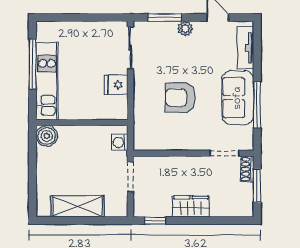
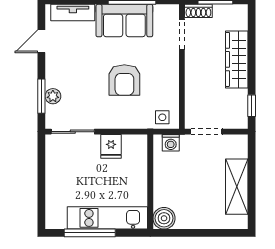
plant: (185, 29) -> (53, 96), moved
side table: (144, 134) -> (162, 117), added
wardrobe: (191, 206) -> (237, 59), width x1.50

